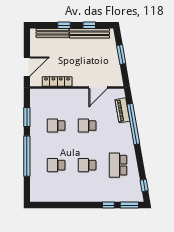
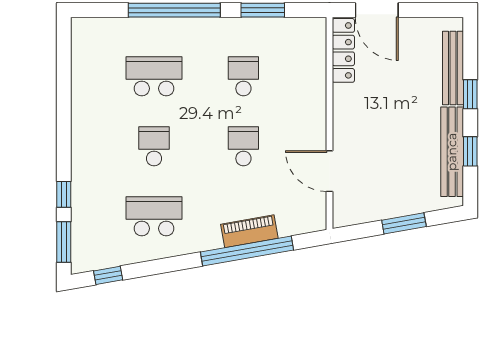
locker: (57, 81) -> (343, 50), moved
piano: (122, 110) -> (249, 231), moved
school desk: (56, 165) -> (154, 76), width x1.85

